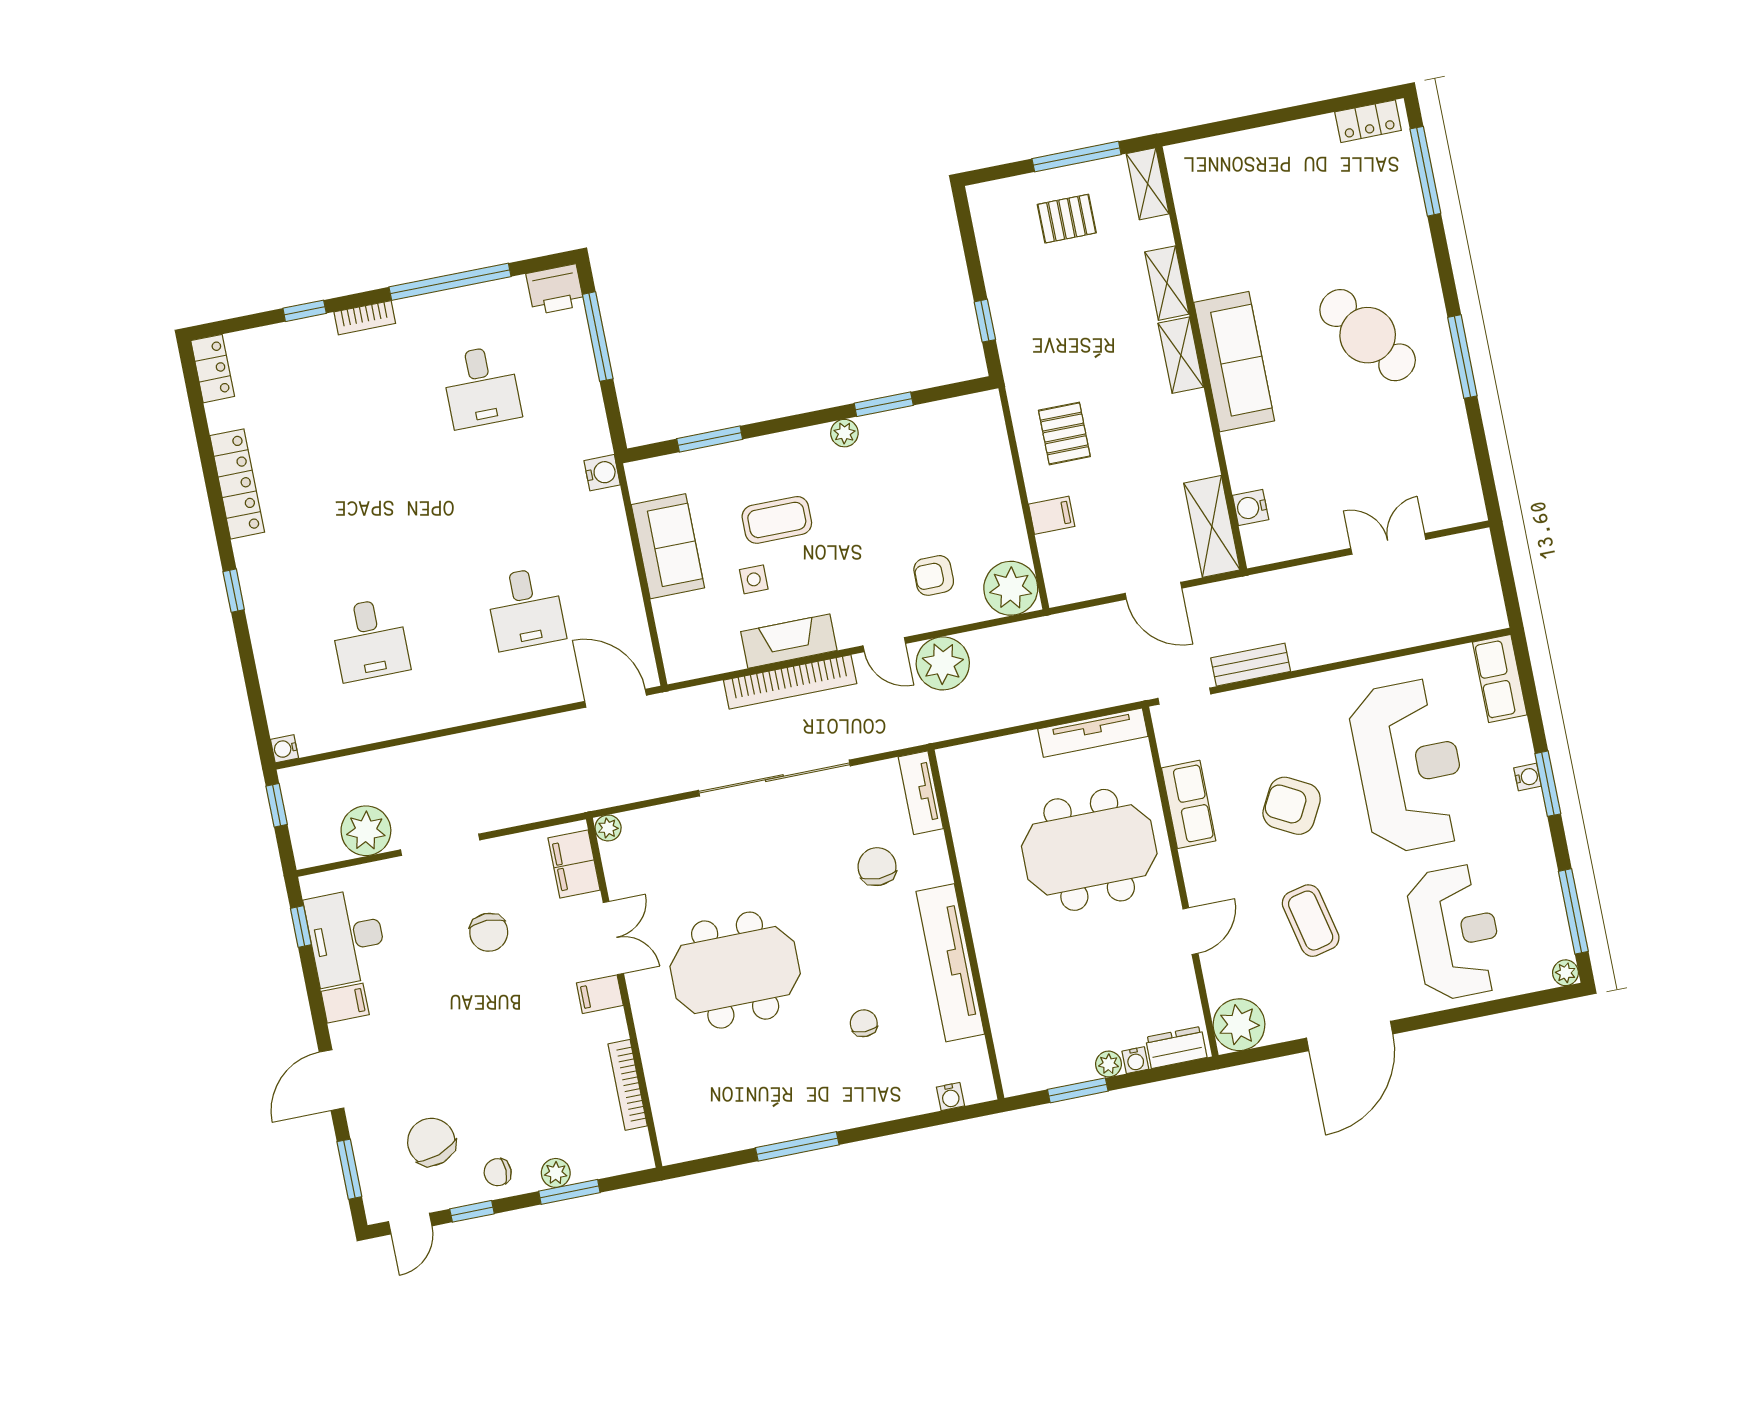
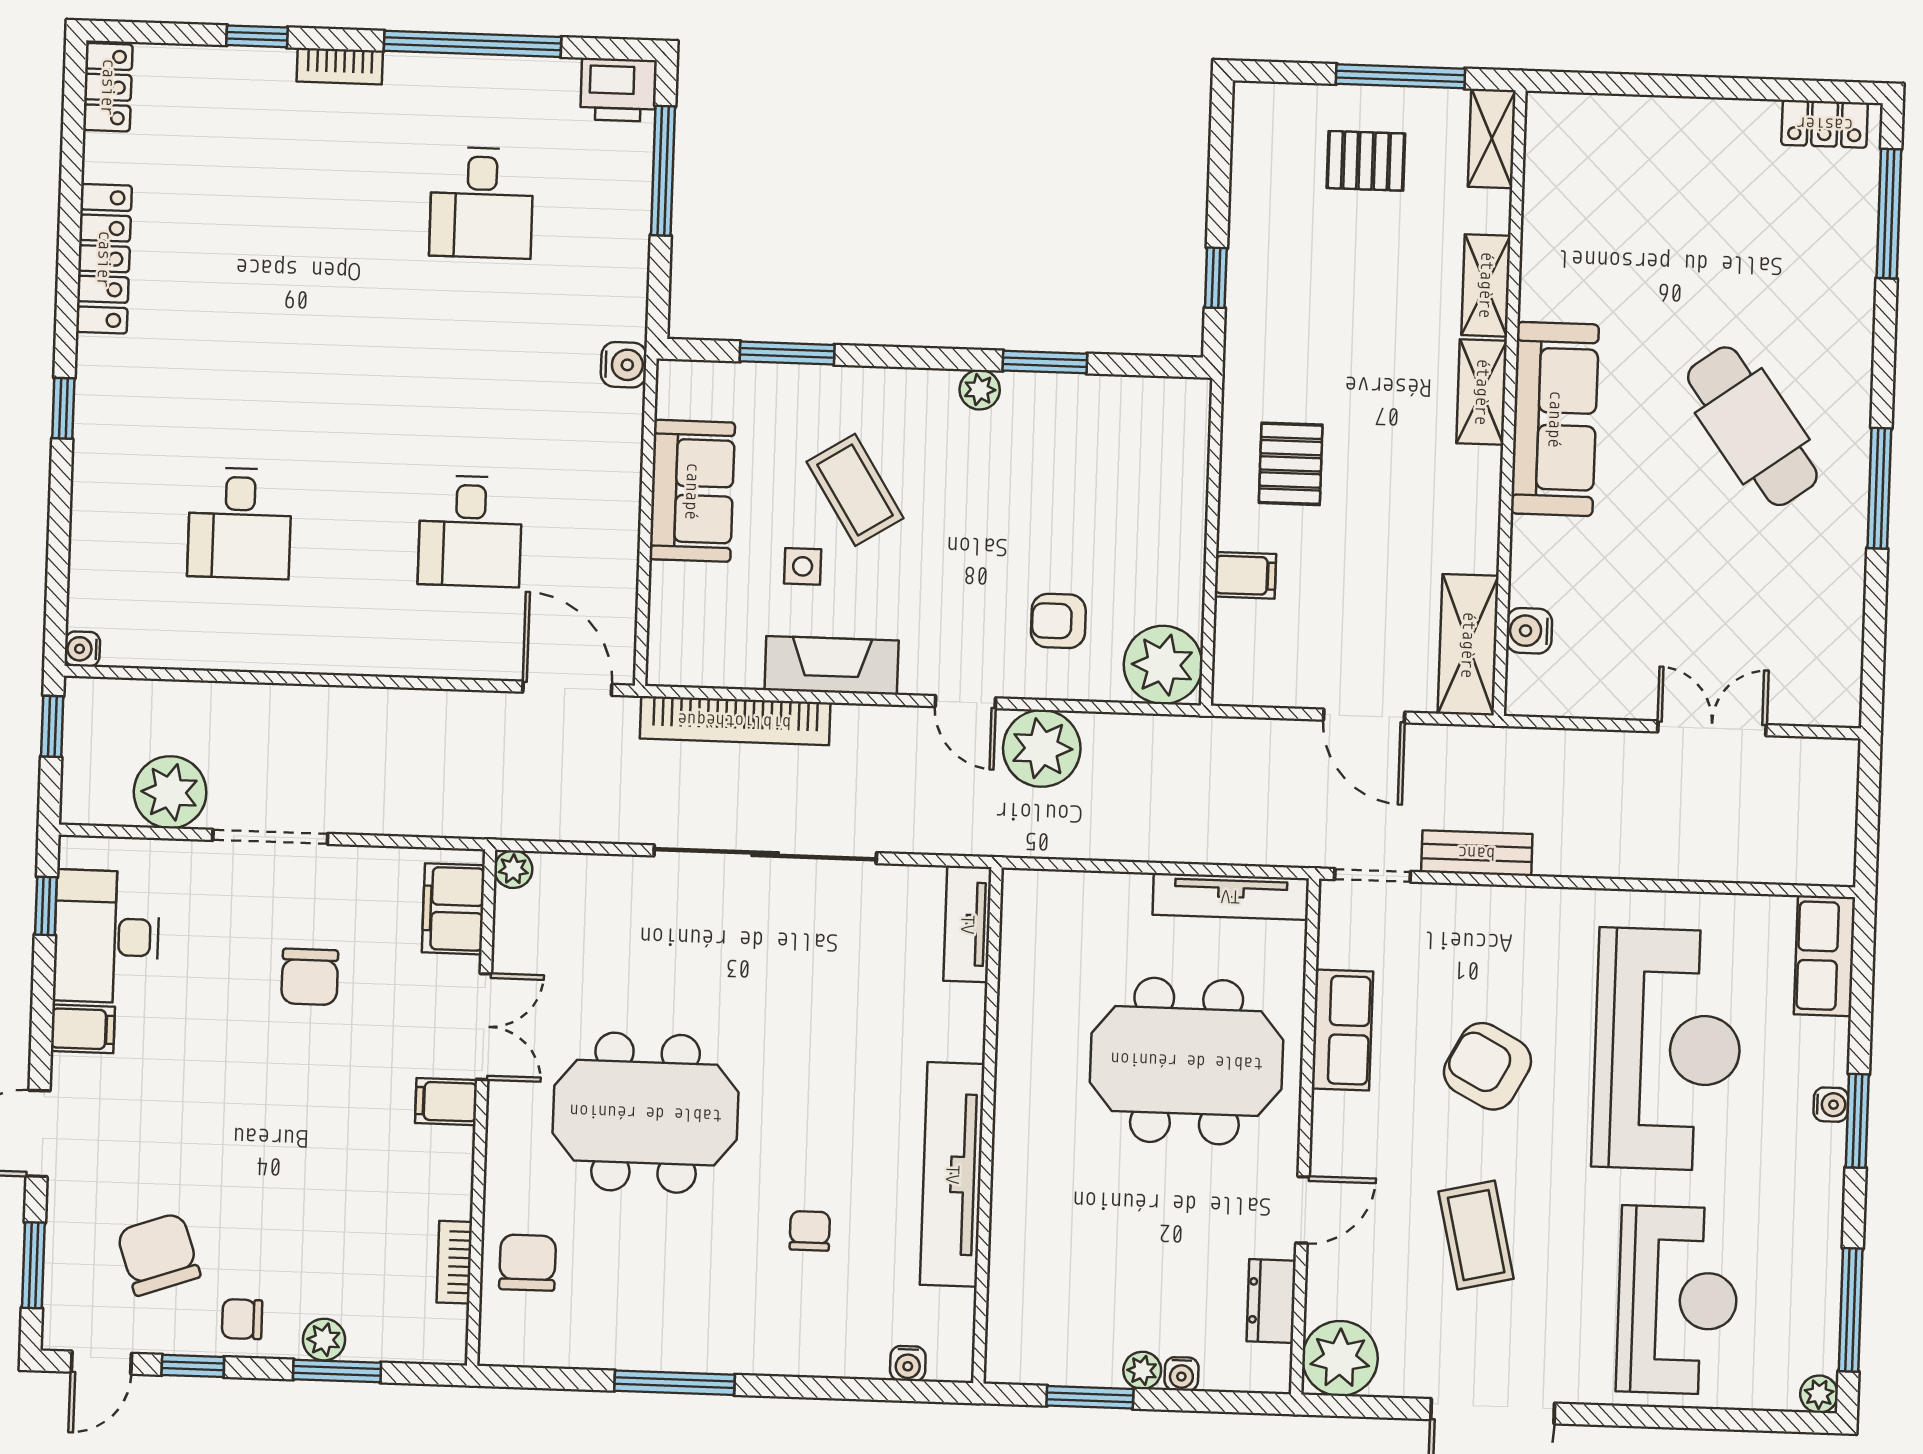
coffee table: (777, 520) -> (855, 490), turned 58
bookcase: (790, 682) -> (735, 721), moved
chair: (877, 867) -> (528, 1263), moved
dresser: (1176, 1047) -> (1271, 1301), moved, turned -90
bookcase: (628, 1085) -> (454, 1262), width x0.64

